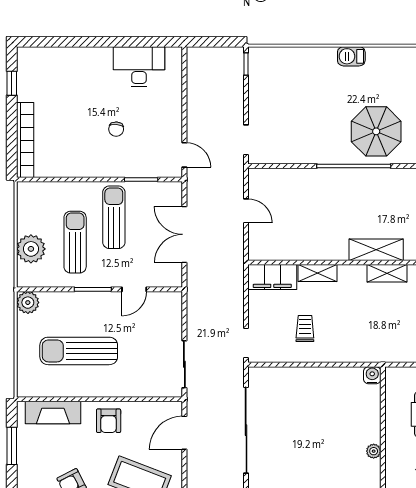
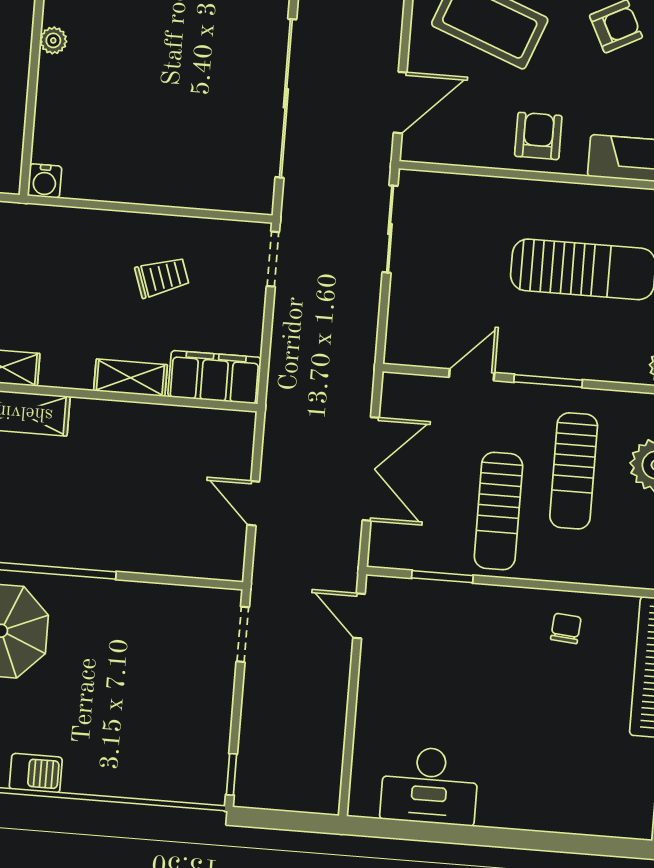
chair: (116, 129) -> (566, 628), moved
trolley: (305, 329) -> (162, 277), turned -109

